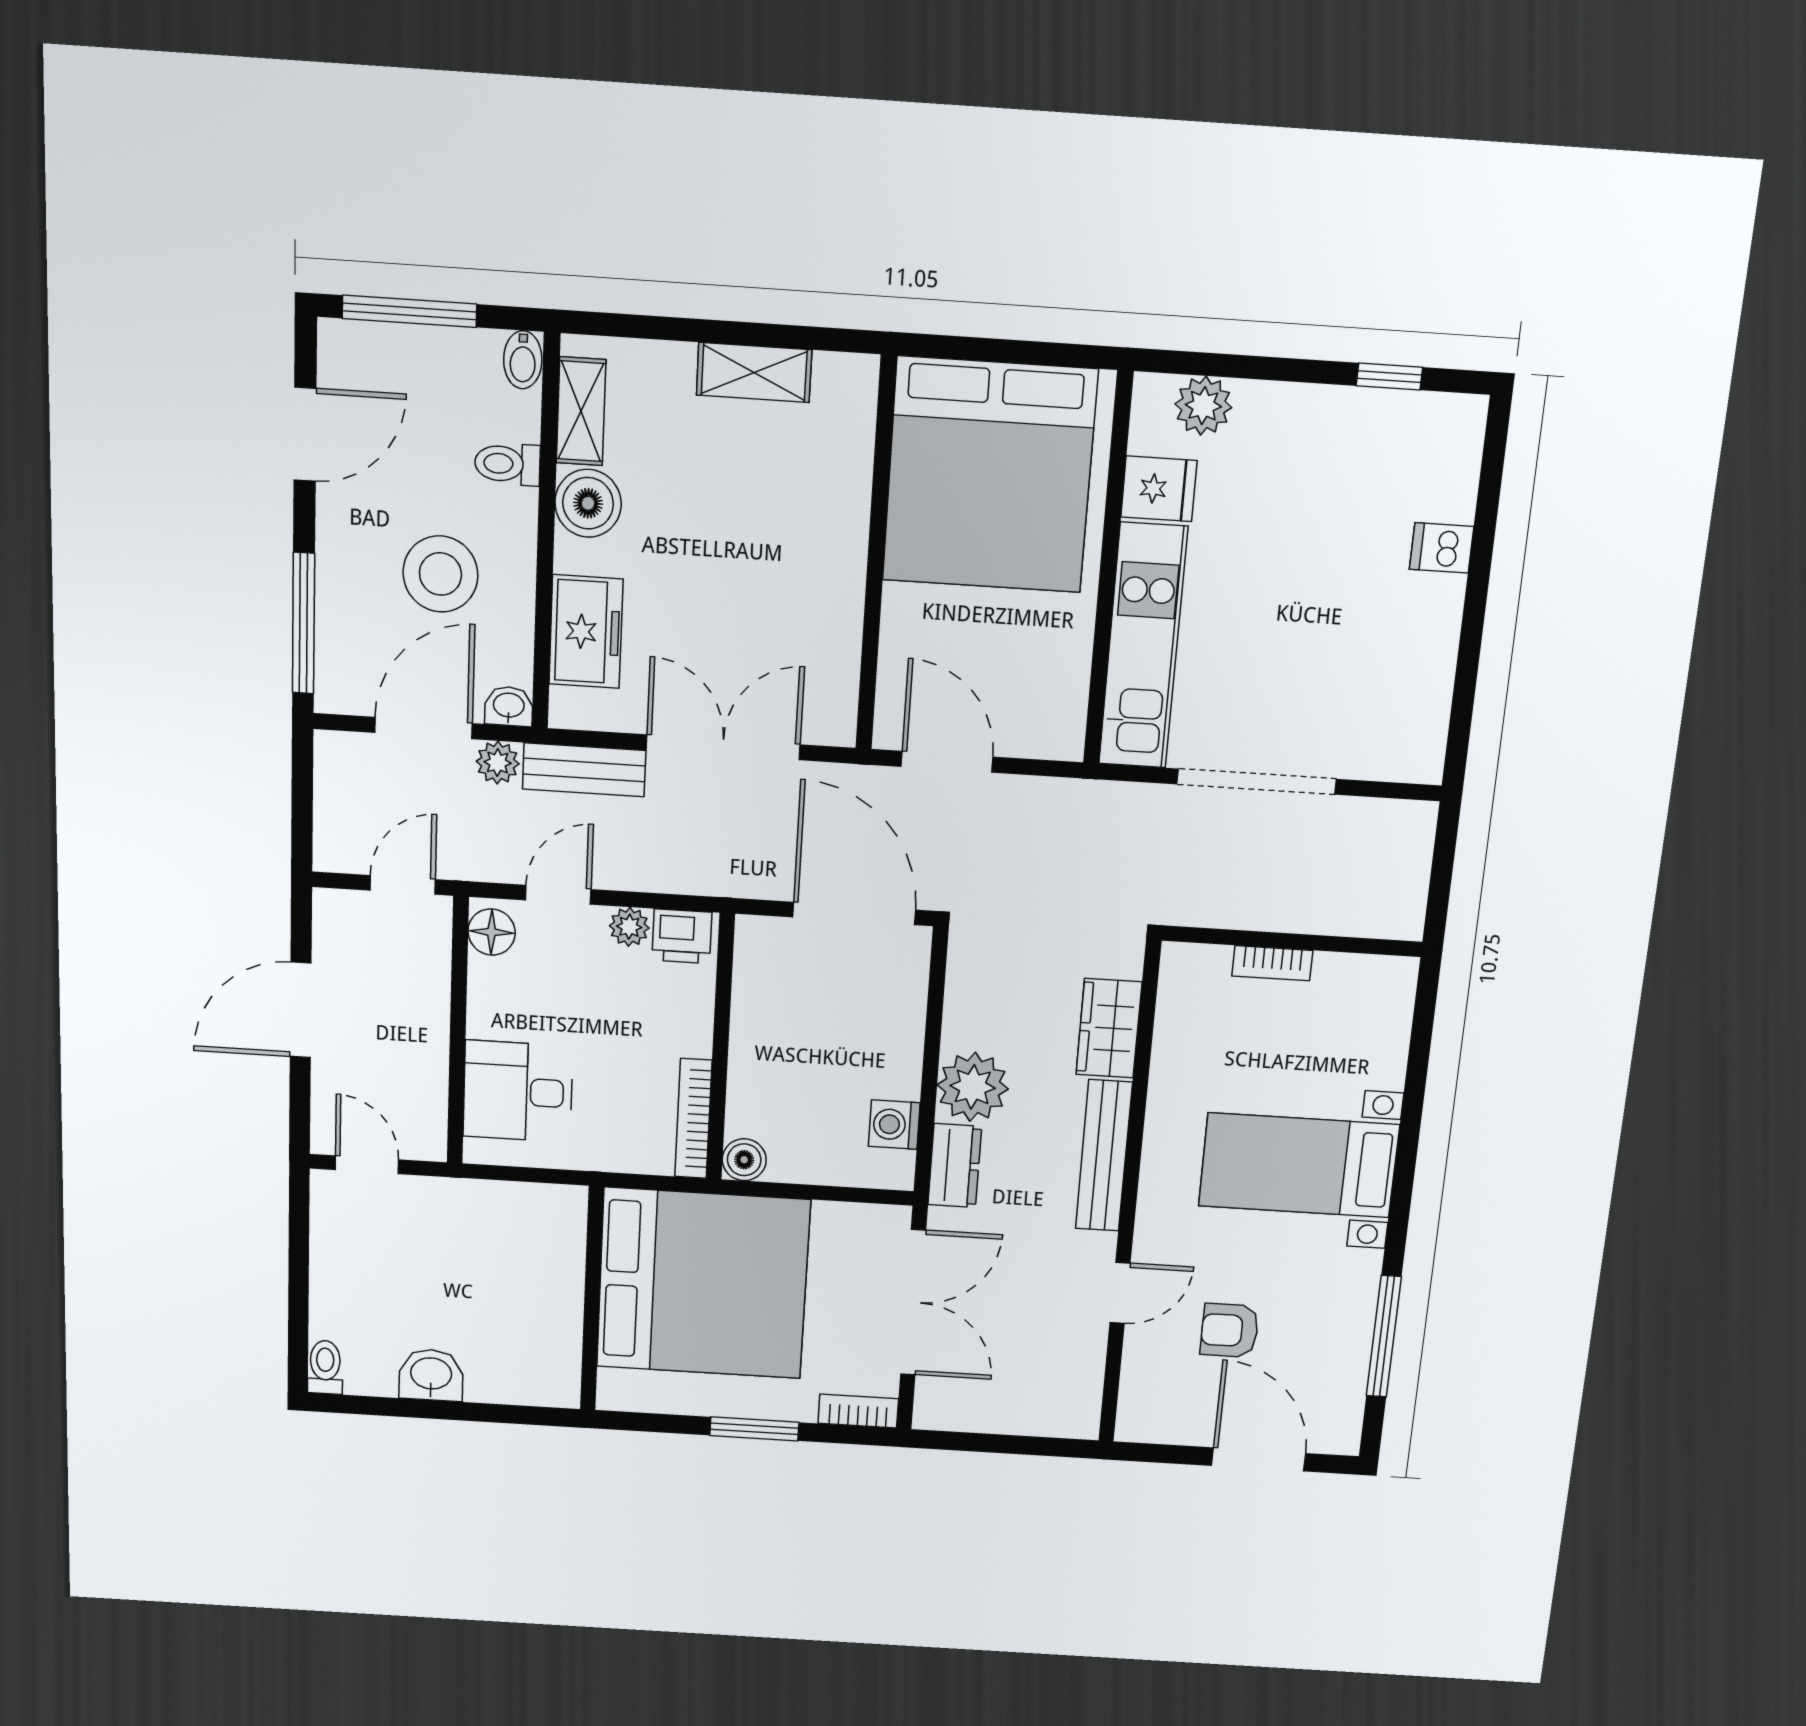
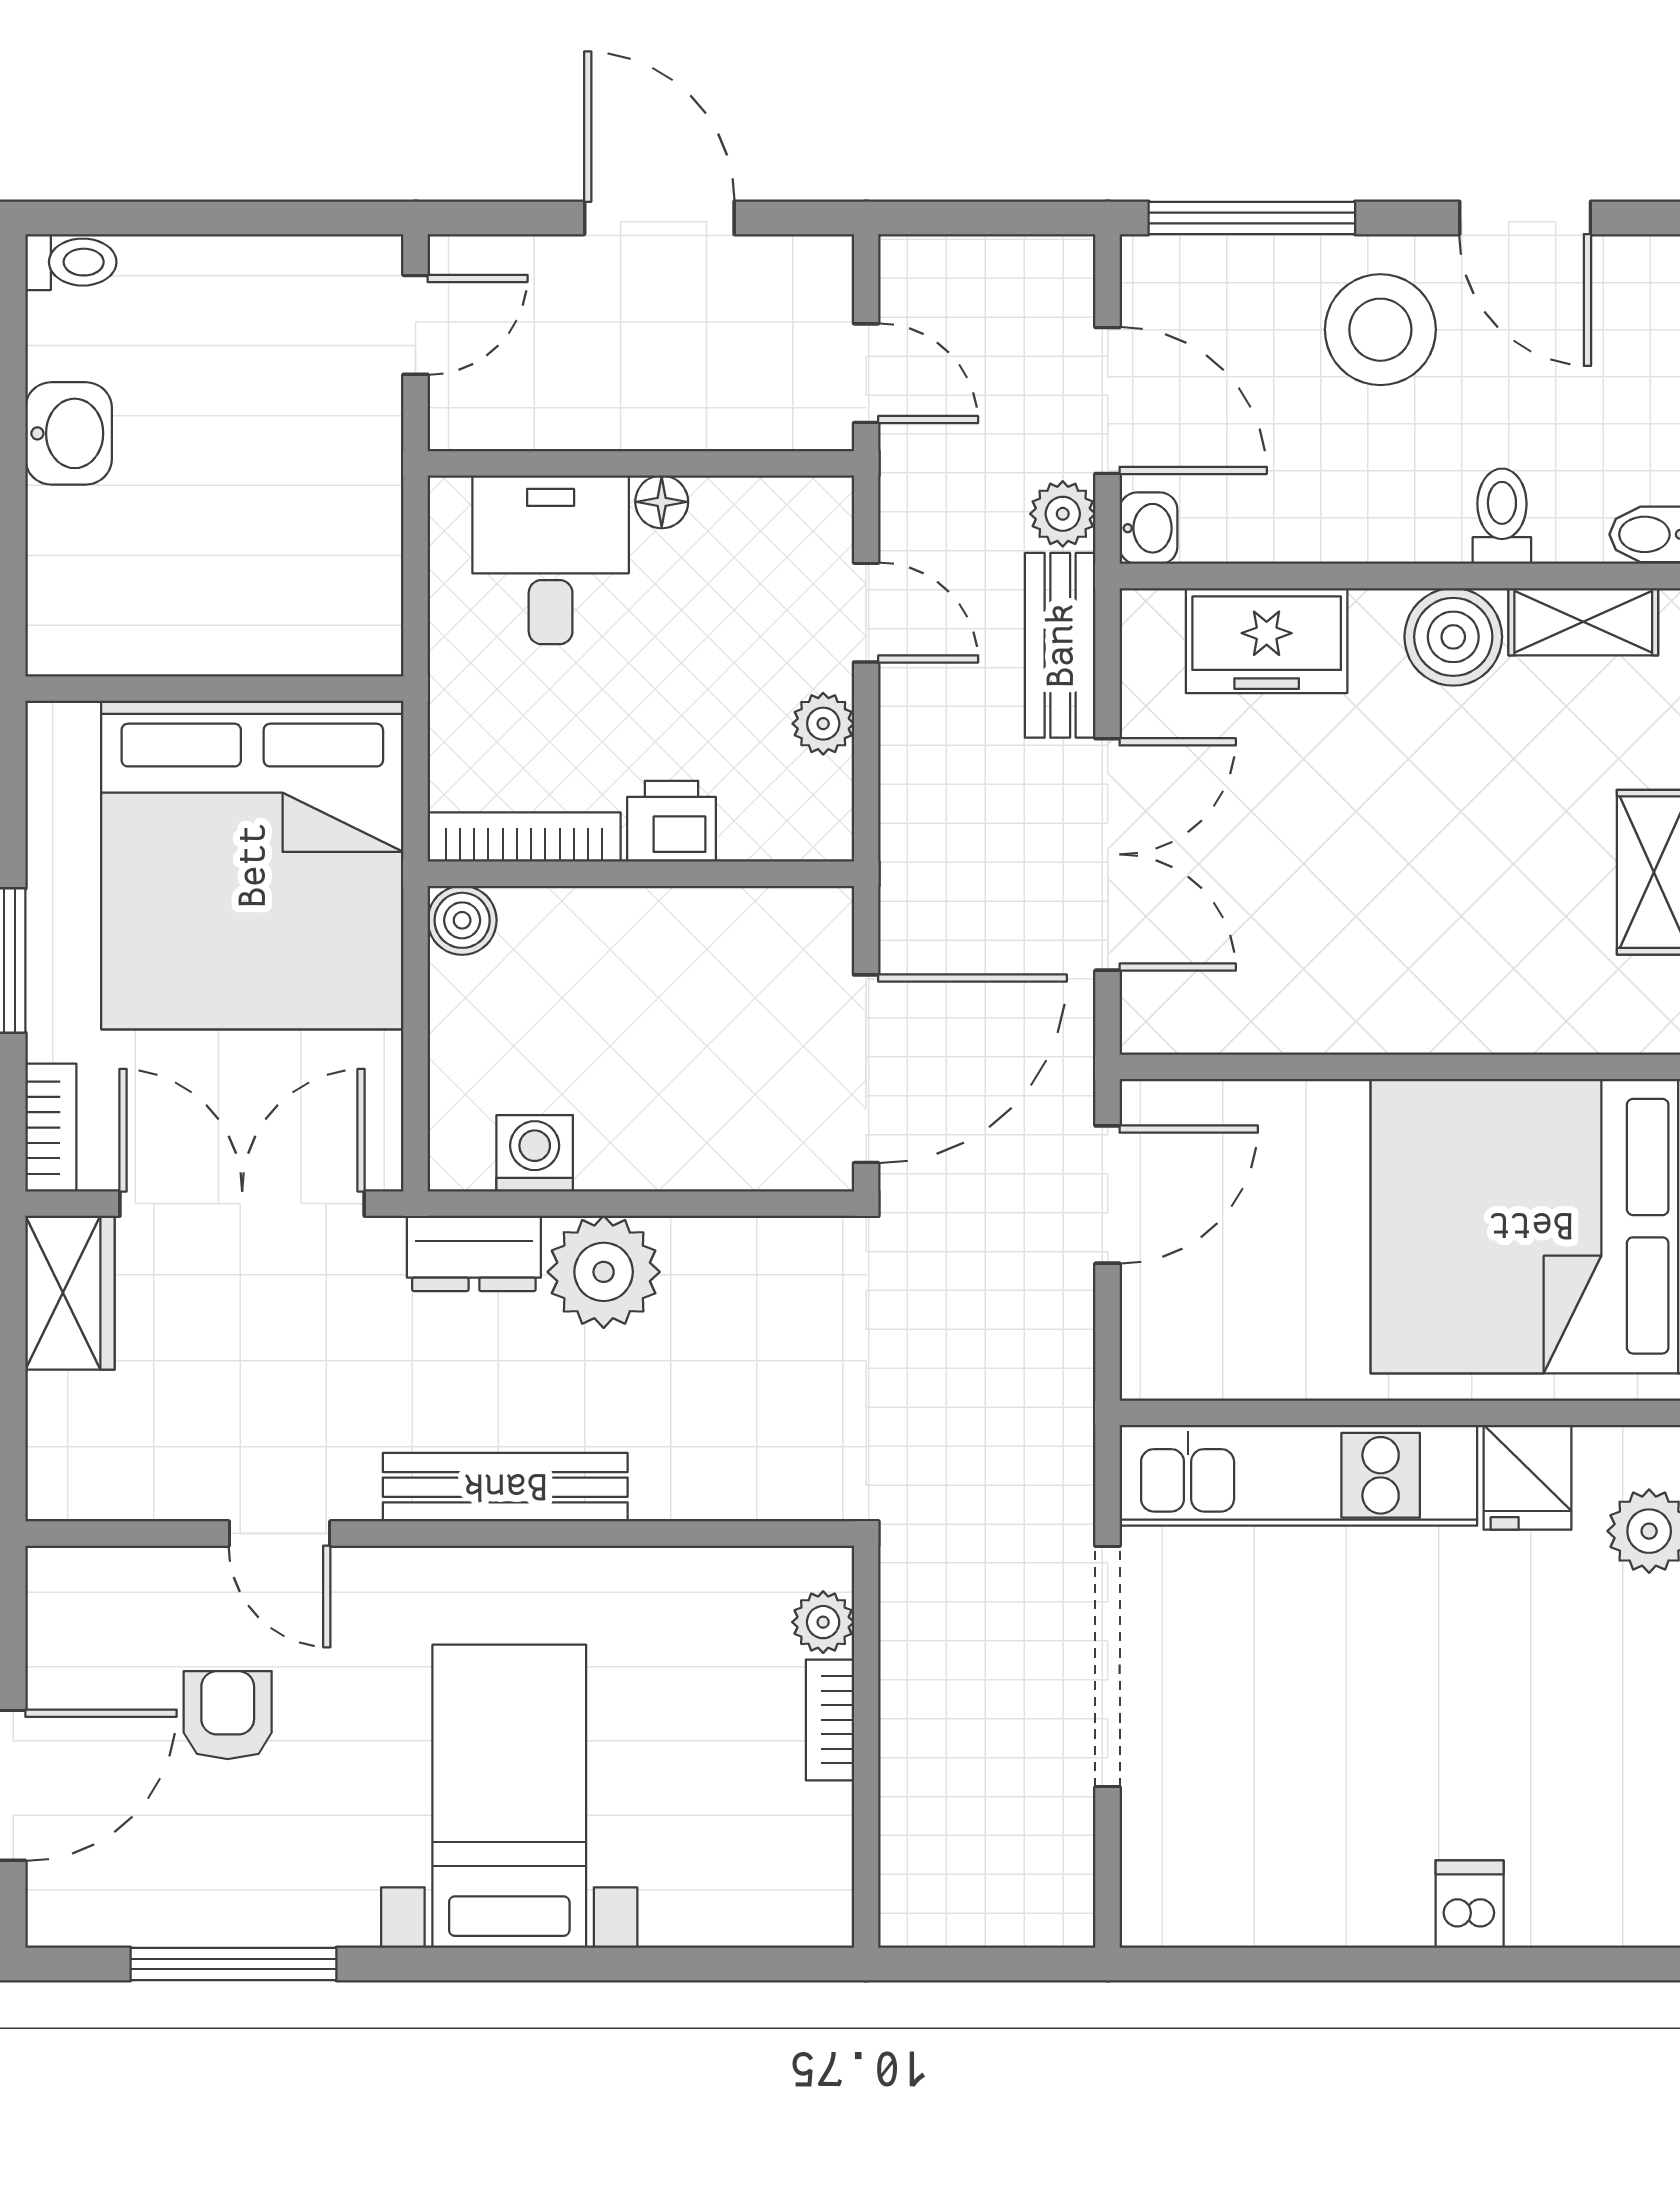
stool: (440, 574) -> (1380, 330), moved
floor lamp: (492, 932) -> (662, 502), moved, width x0.73, depth x0.73
printer: (682, 936) -> (671, 821), moved, turned 90
plant: (1209, 964) -> (823, 1622), added
wardrobe: (1109, 1028) -> (70, 1293), moved, turned 90
double door: (913, 1302) -> (242, 1204), swing flipped

